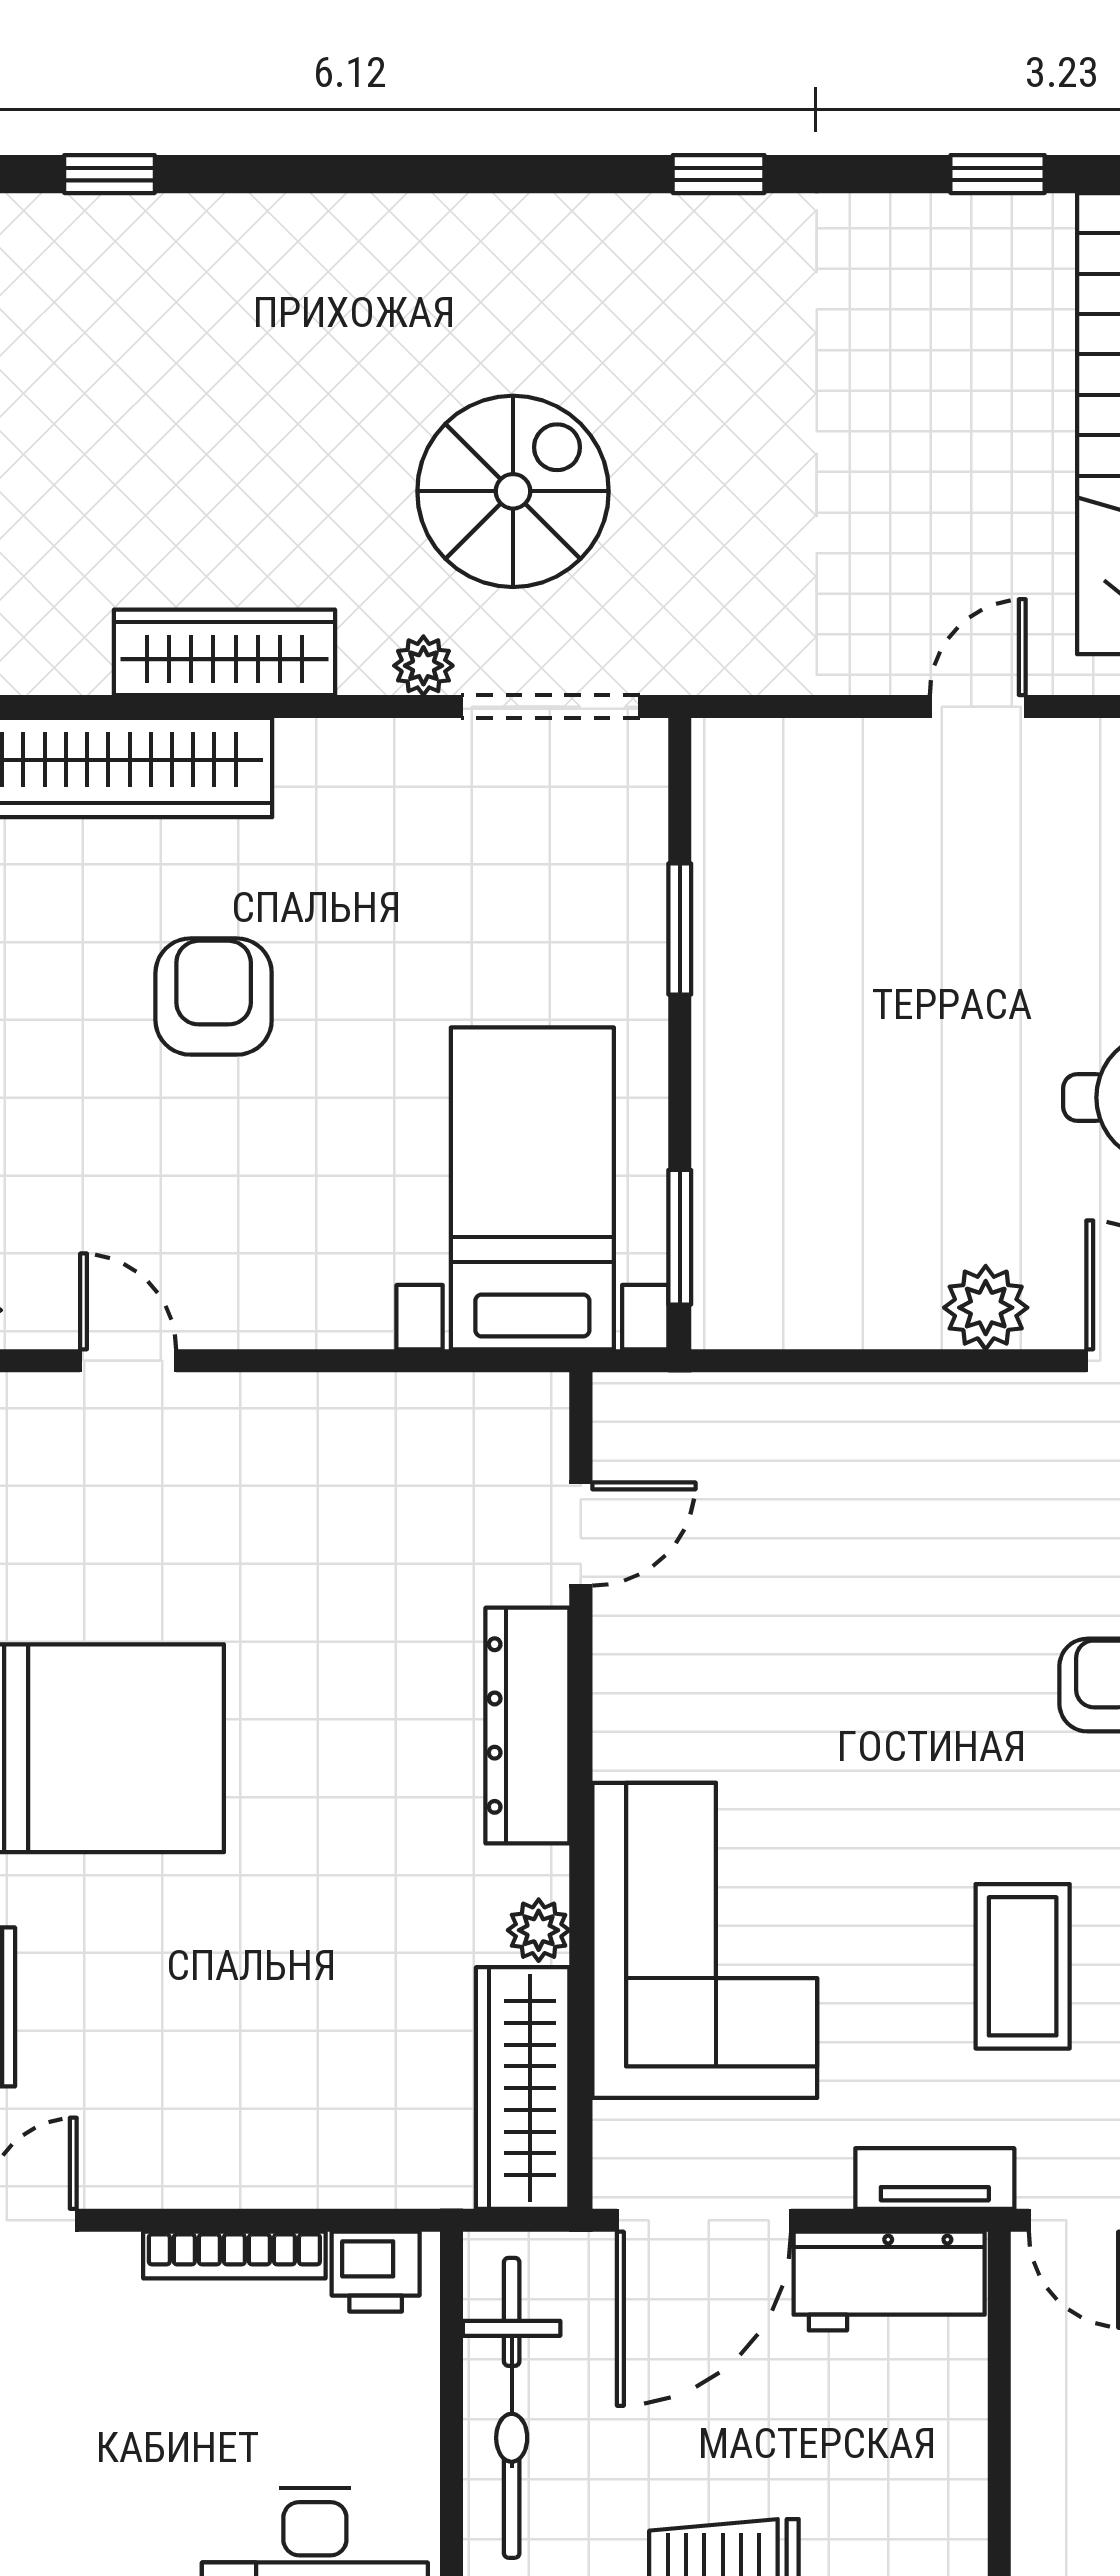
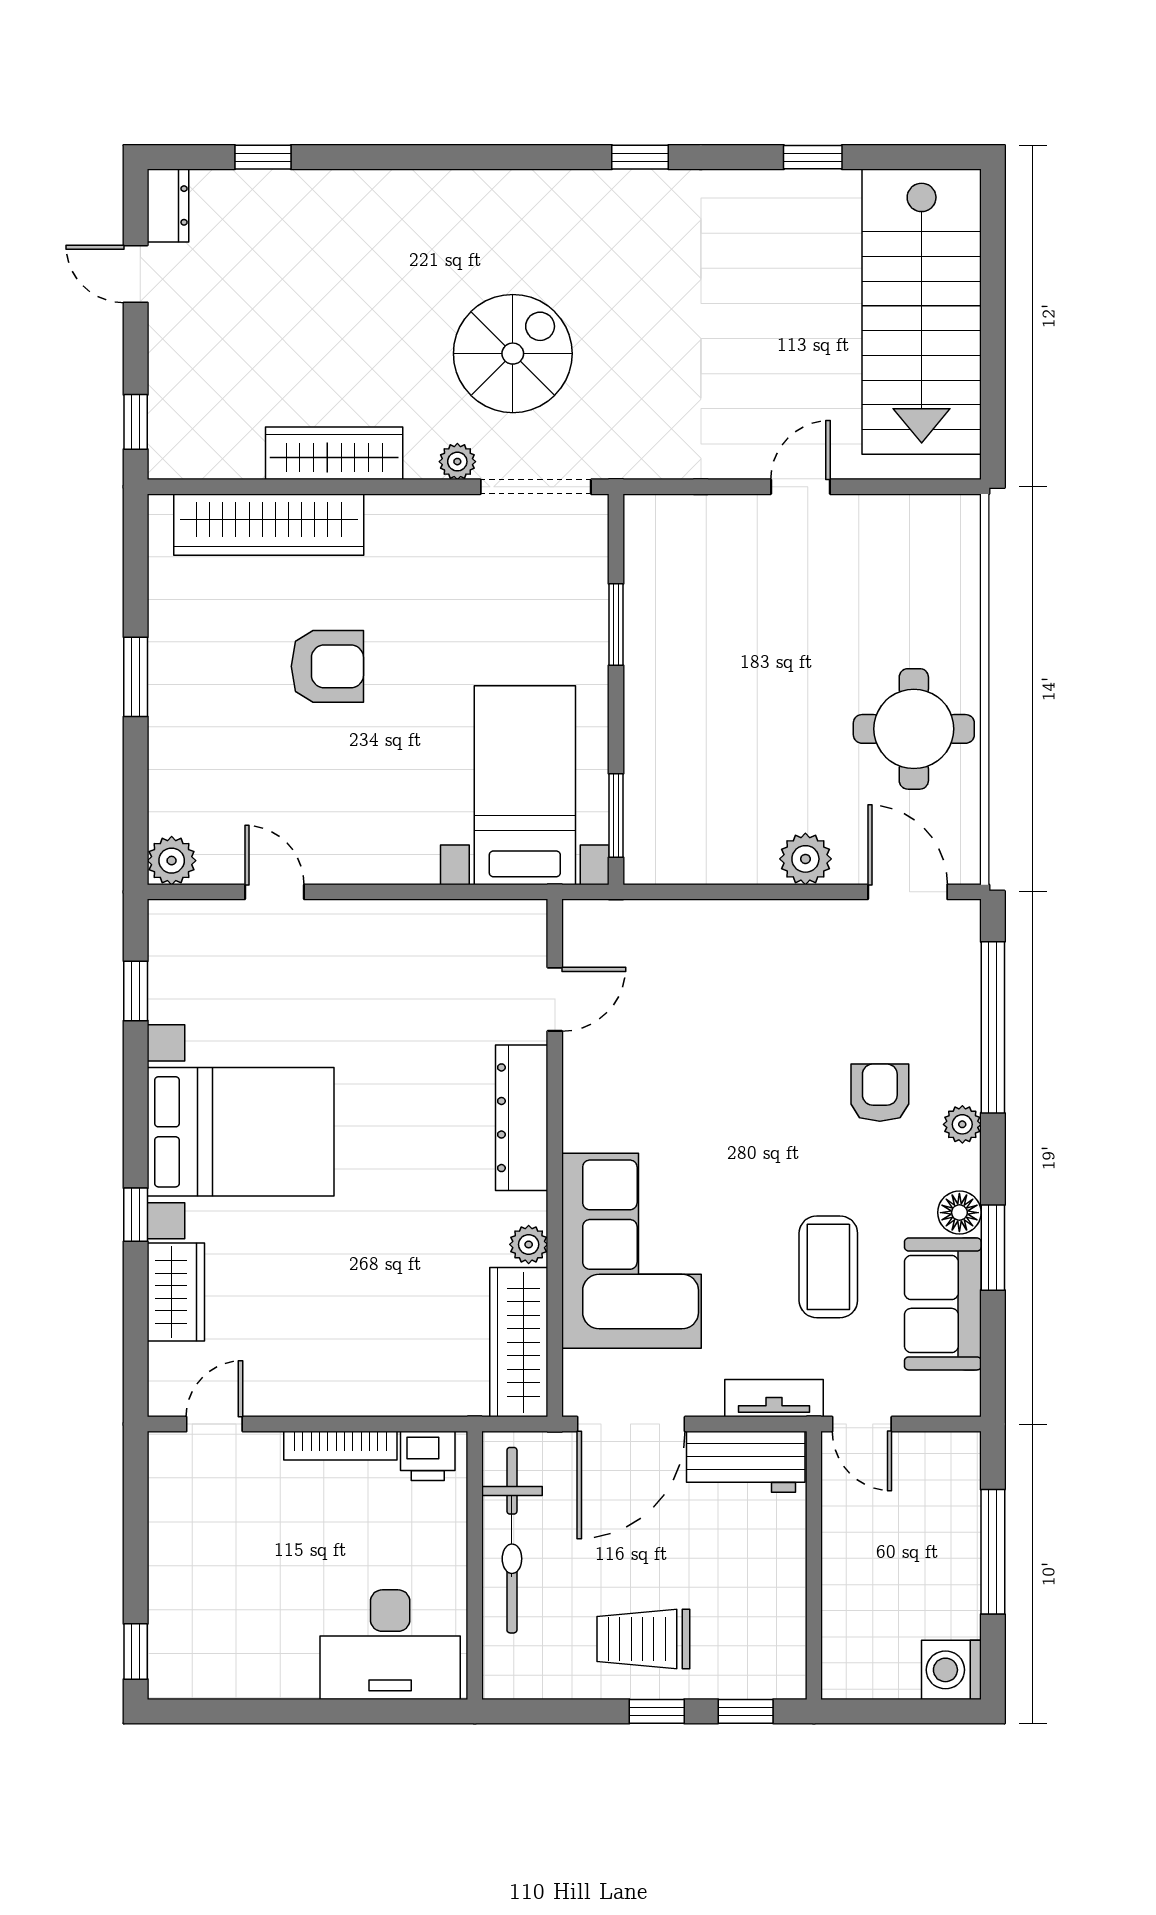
armchair: (214, 997) -> (327, 666), turned 90

